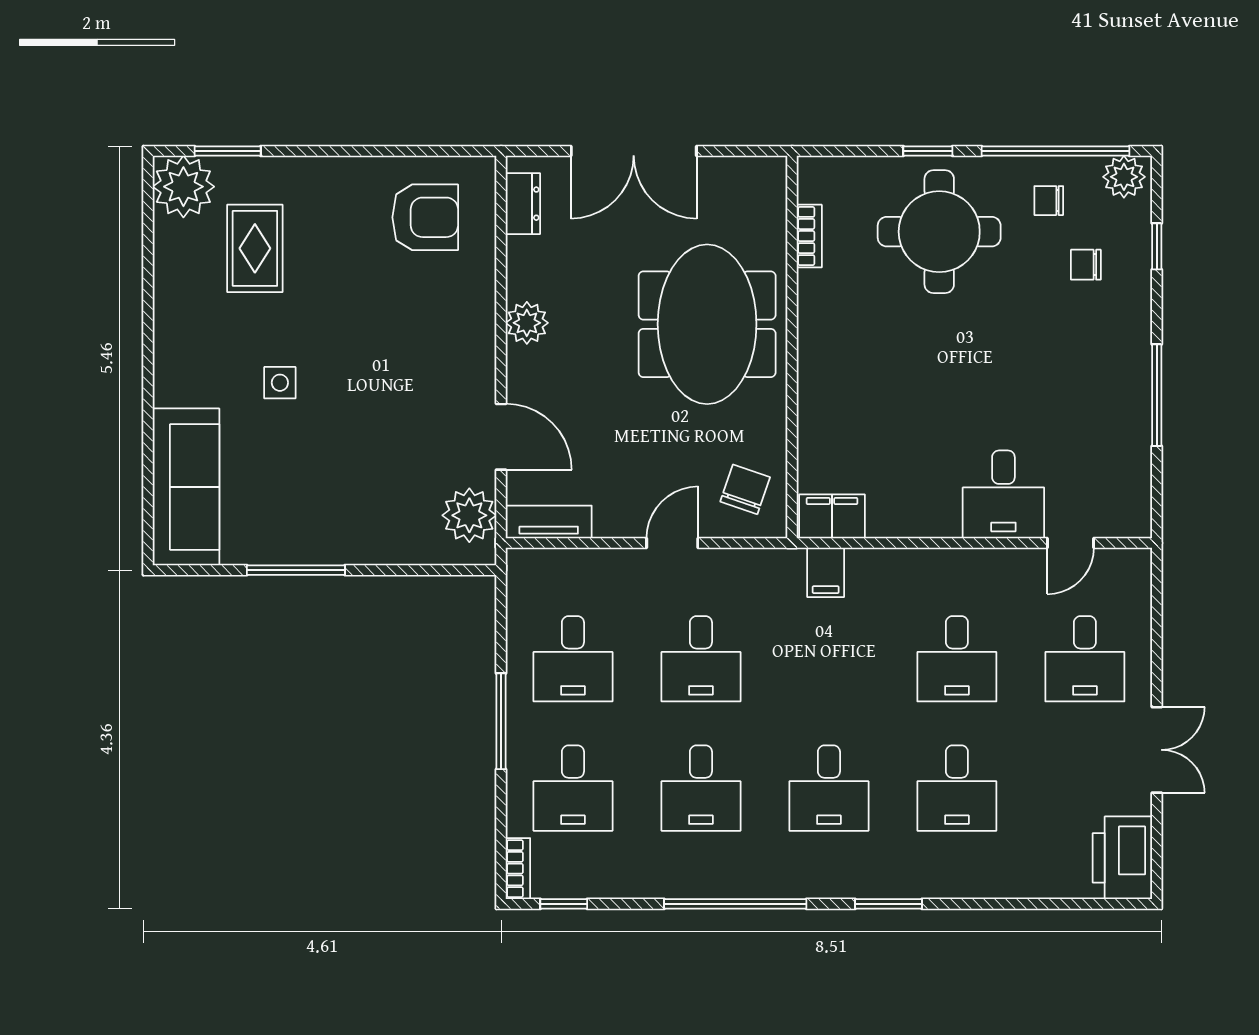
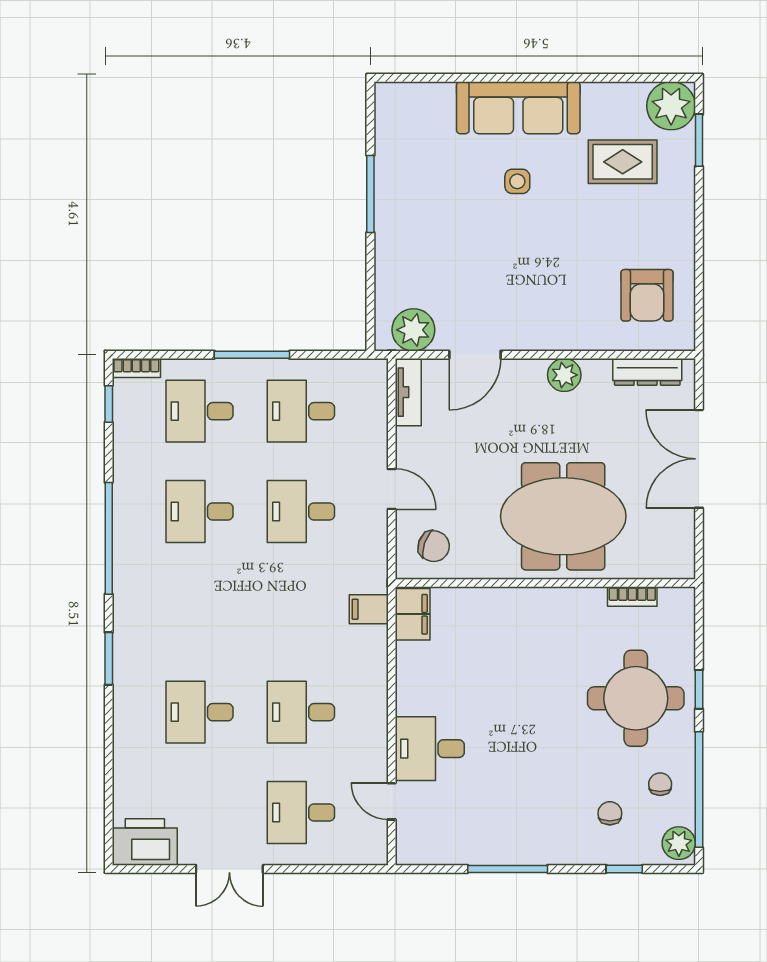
dresser: (523, 204) -> (647, 372), width x1.44
sofa: (186, 487) -> (518, 108), moved
desk: (829, 788) -> (200, 612), removed

